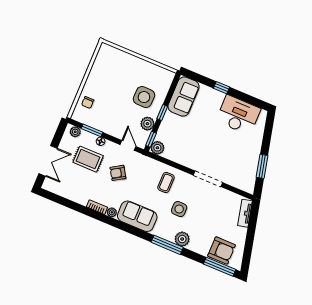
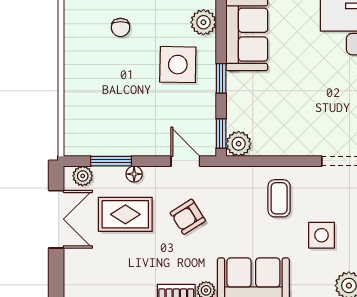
chair: (88, 102) -> (121, 27), moved
plant: (147, 124) -> (203, 22), moved
double door: (48, 161) -> (56, 219), moved

